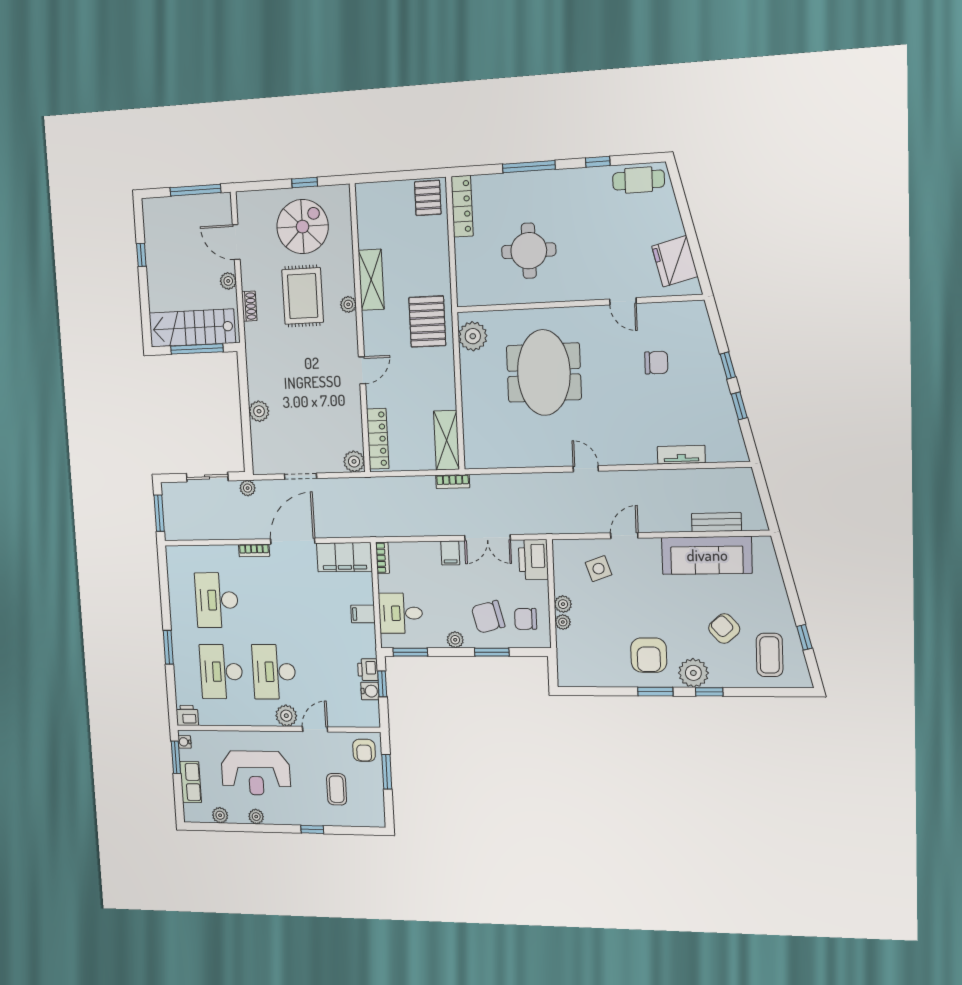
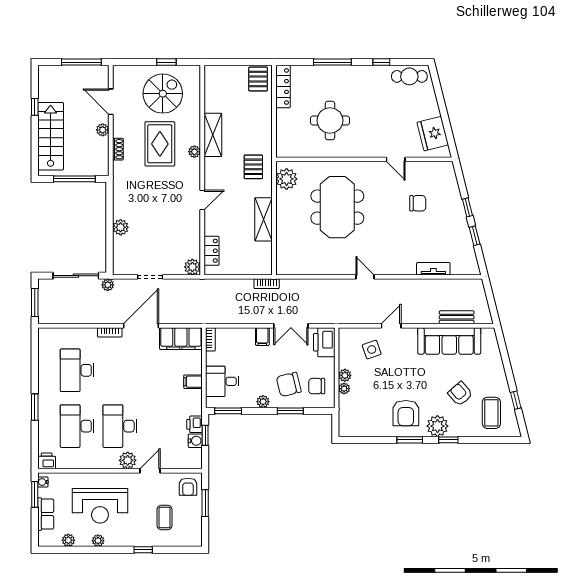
pallet: (427, 322) -> (253, 167), width x0.67, depth x0.71
stairs: (192, 328) -> (51, 136), moved, turned 90
locker: (378, 439) -> (212, 251), width x0.66
shelving: (447, 440) -> (264, 219), moved
sliding door: (207, 477) -> (76, 276), width x1.37

